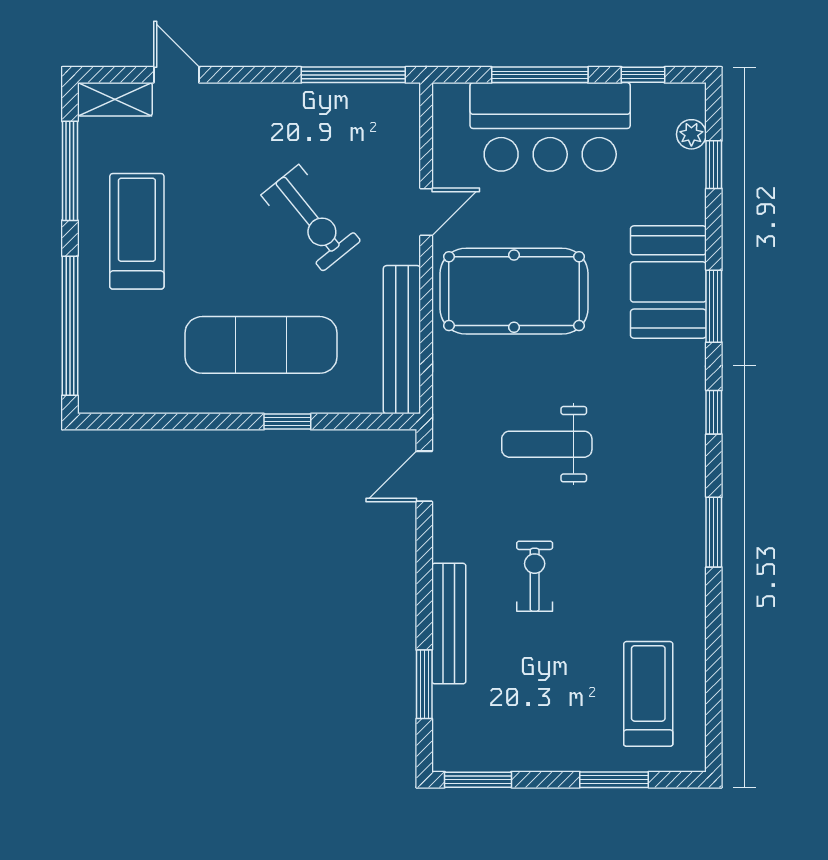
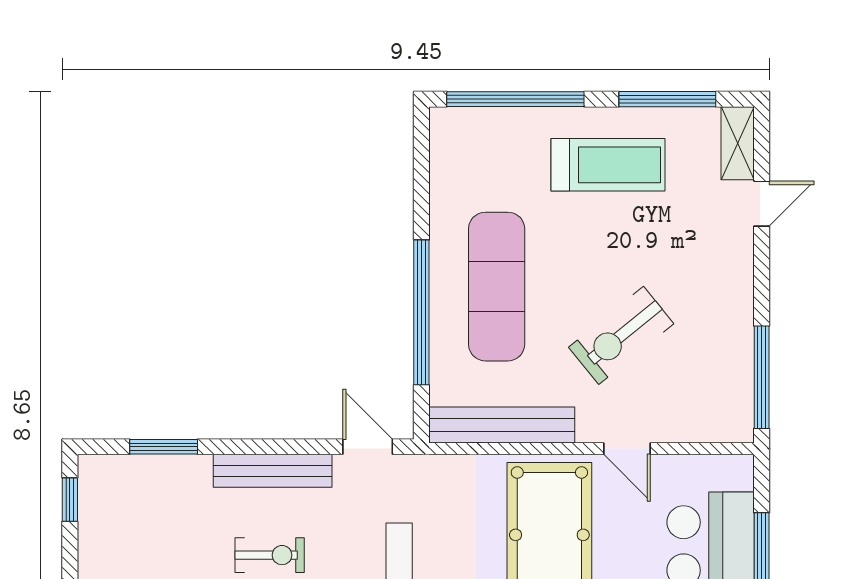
window: (287, 422) -> (421, 312), width x3.17
bench: (449, 624) -> (273, 471), moved
window: (478, 780) -> (70, 500), width x0.67

